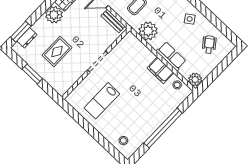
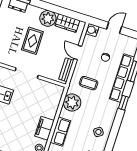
rug: (57, 51) -> (32, 41), moved, turned 90

